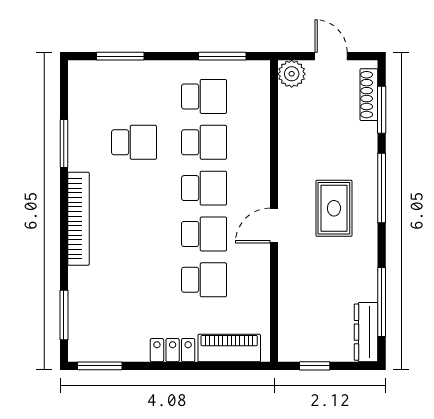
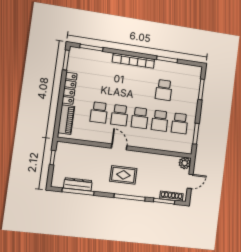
dresser: (366, 332) -> (78, 184), moved
locker: (173, 350) -> (70, 88), width x1.53

